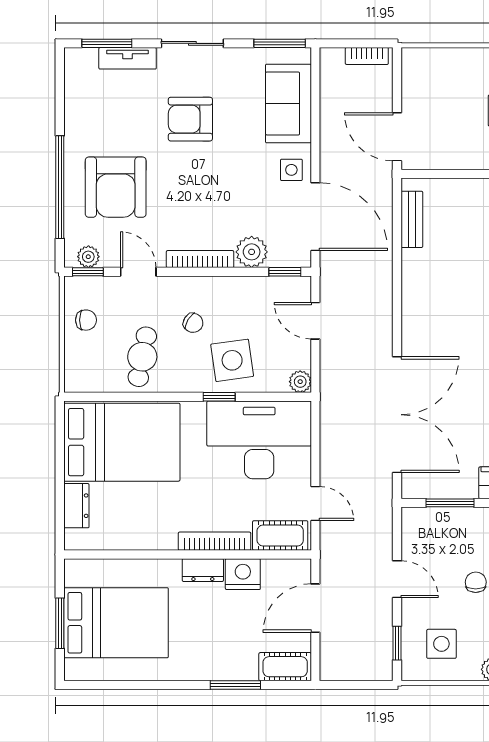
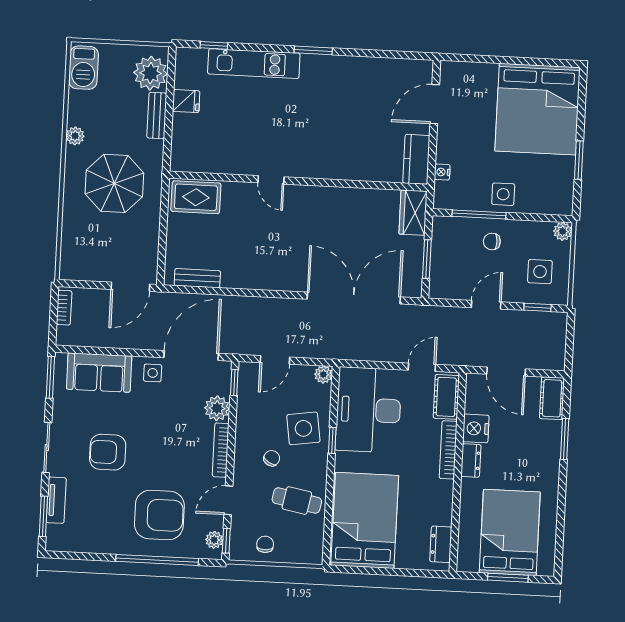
armchair: (190, 119) -> (108, 452), turned 90
dresser: (76, 506) -> (441, 544), moved, turned -90

